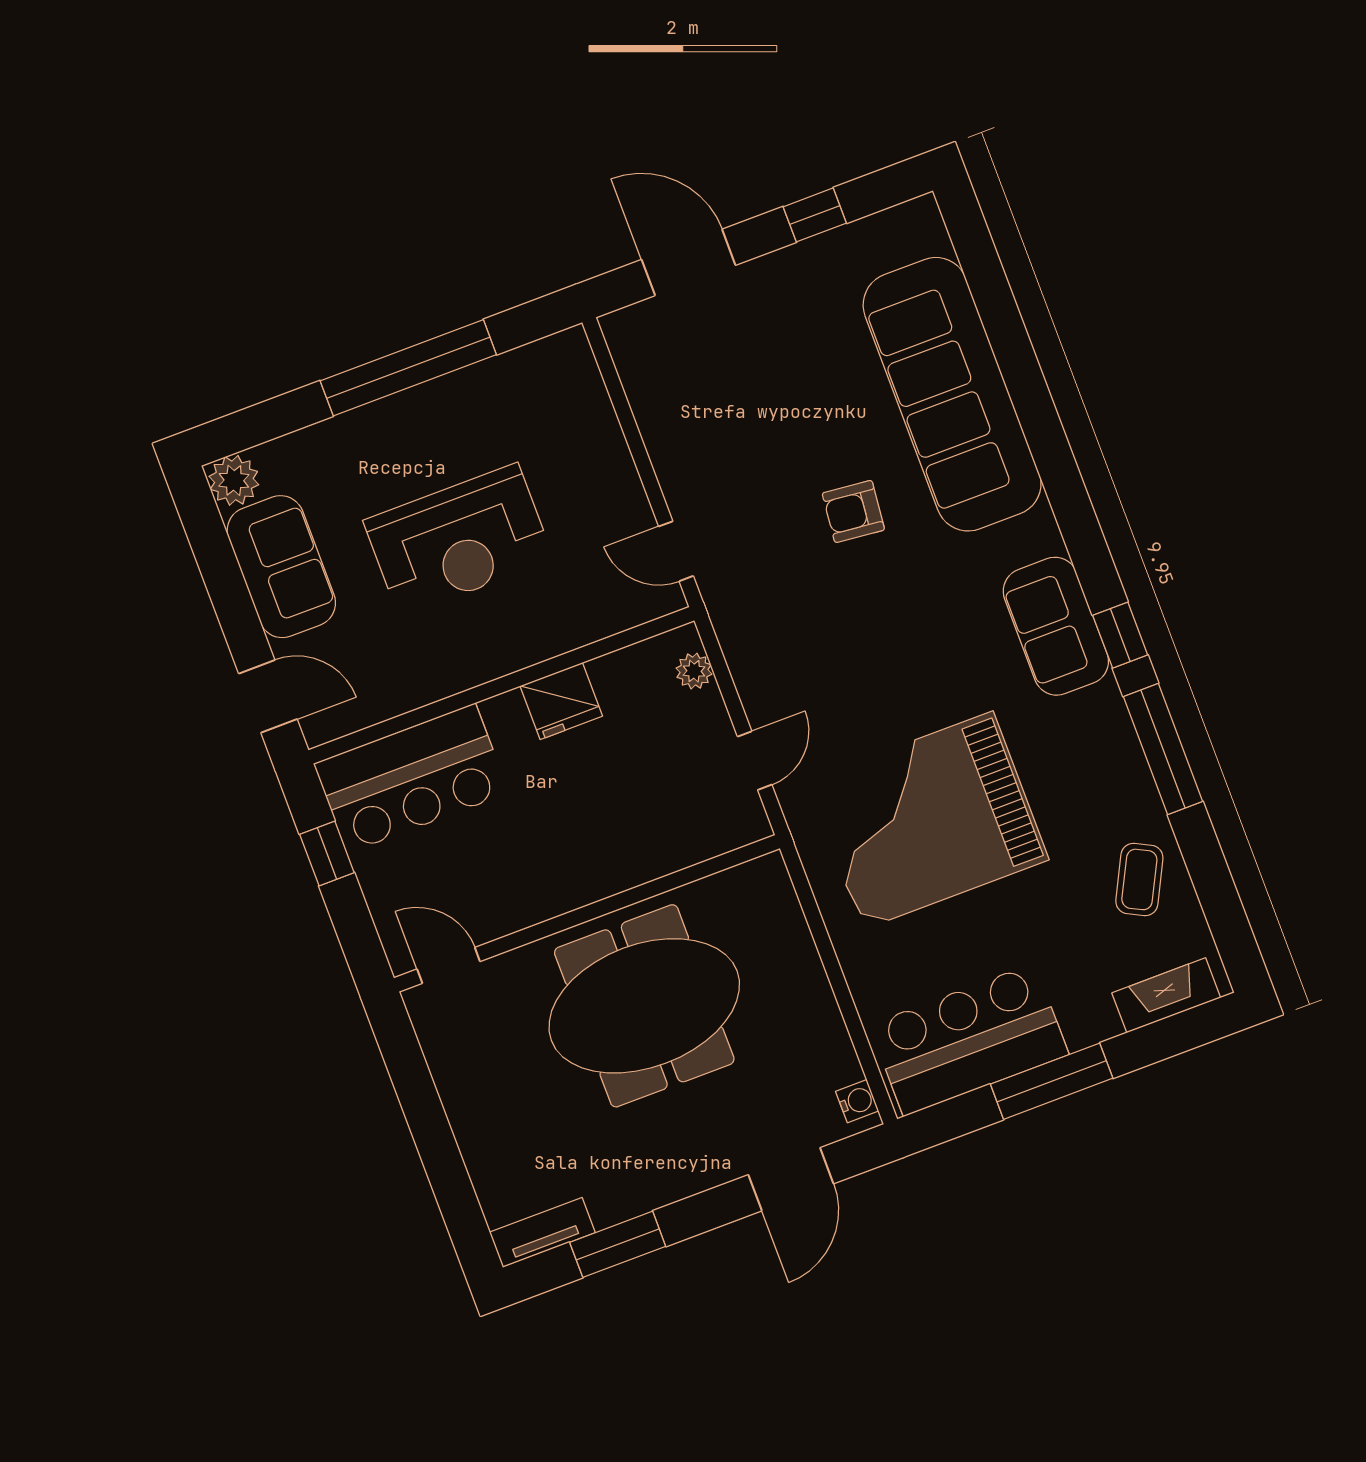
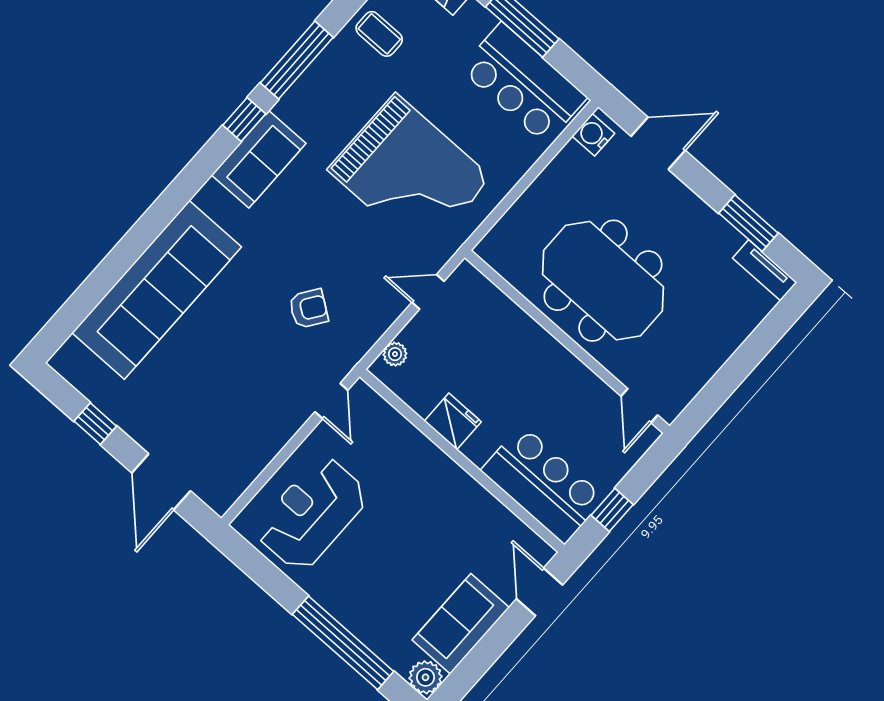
window: (408, 368) -> (343, 643), moved
armchair: (853, 511) -> (309, 309), moved, turned -61
reception desk: (459, 540) -> (312, 514), moved, turned -90
coffee table: (1139, 879) -> (379, 34), turned 63
water cooler: (857, 1101) -> (593, 135), width x1.38, depth x1.38

